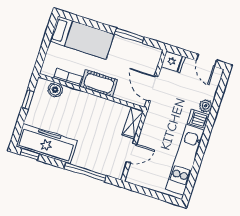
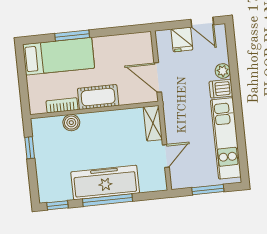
window: (129, 36) -> (72, 36), moved
fridge: (173, 62) -> (182, 39), moved, turned 90
boiler: (55, 90) -> (71, 123), moved
freezer: (47, 144) -> (105, 182), moved
window: (85, 172) -> (108, 200), moved
window: (153, 194) -> (208, 190), added

